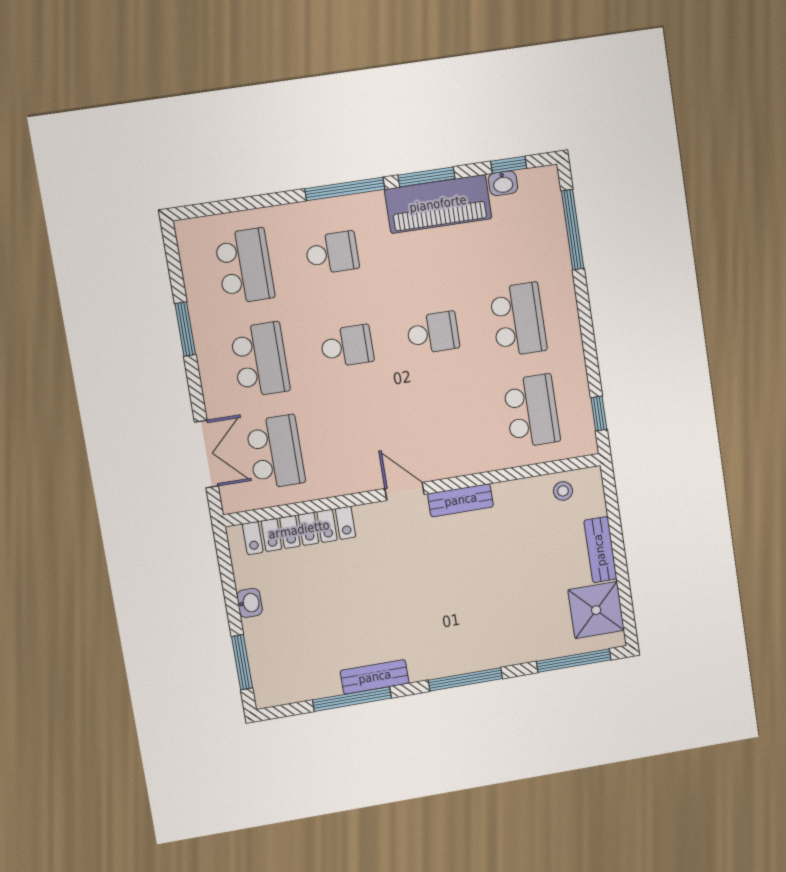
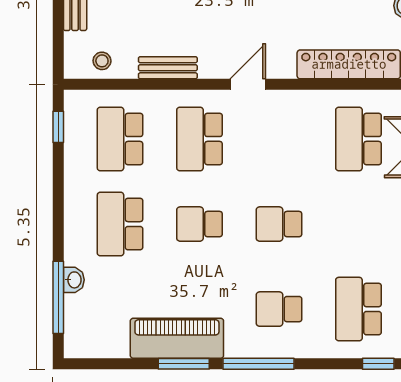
window: (509, 165) -> (378, 364), moved
washbasin: (503, 183) -> (74, 280), moved, turned 90
school desk: (260, 360) -> (199, 139), moved
door: (405, 491) -> (248, 84), swing flipped
bench: (461, 500) -> (168, 68), moved

